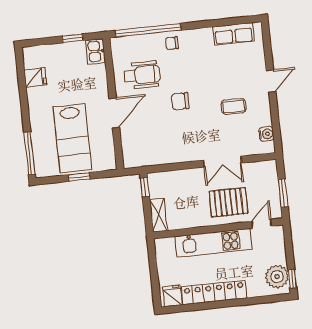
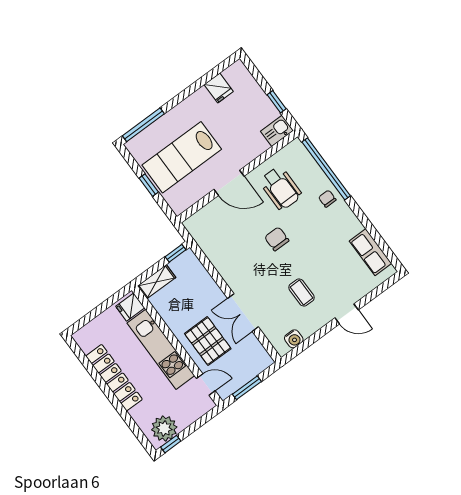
fridge: (172, 296) -> (130, 307), moved, turned 180

